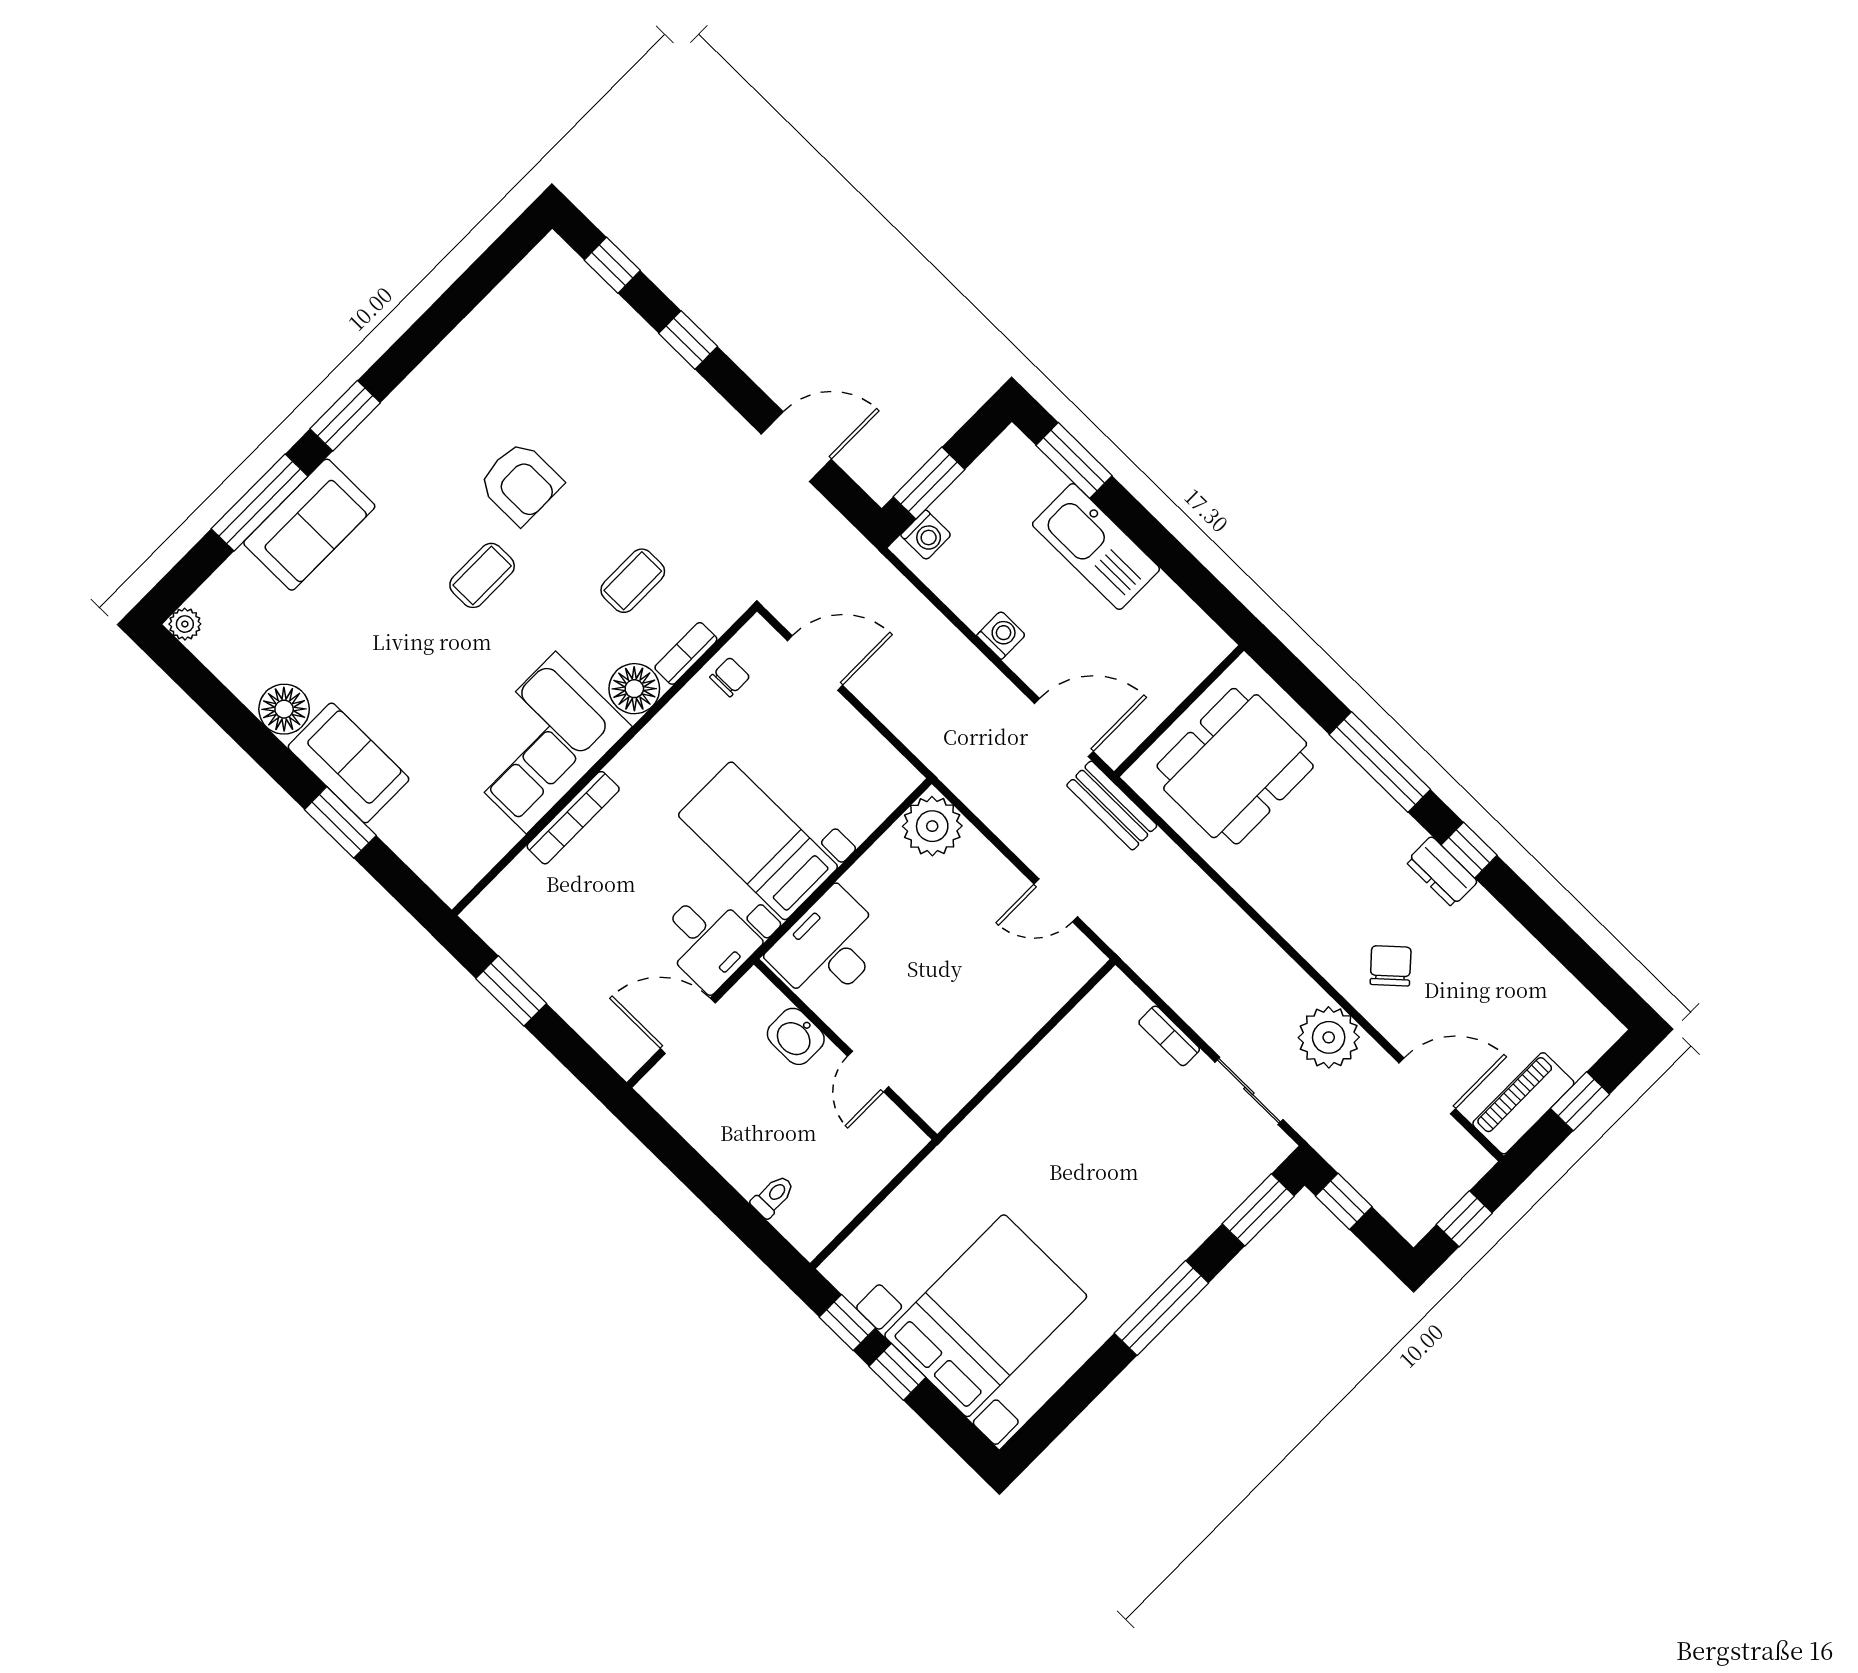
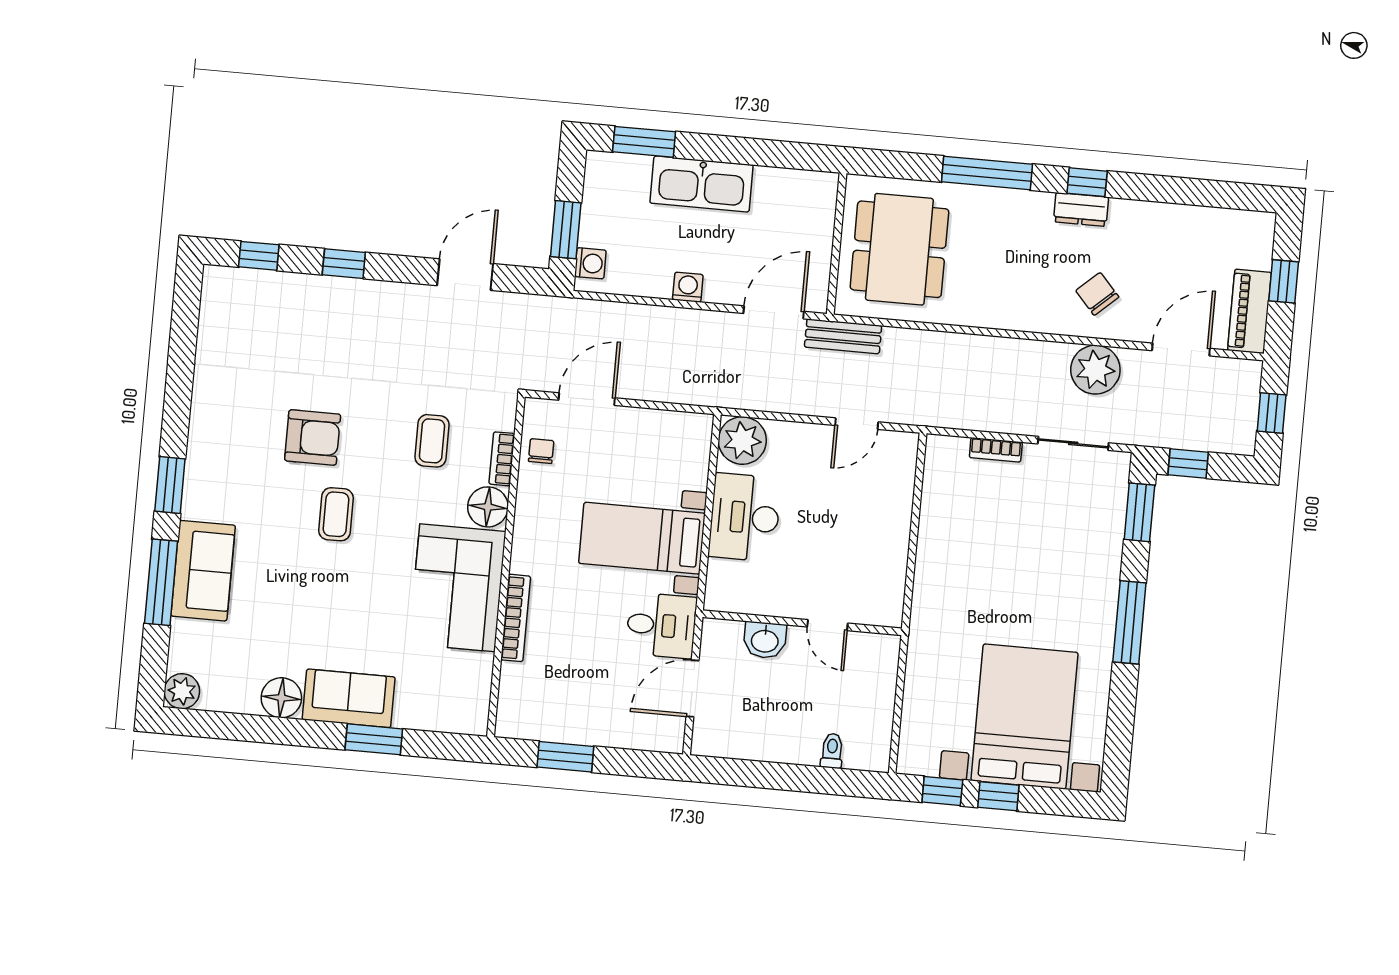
plant: (185, 624) -> (182, 691), width x1.38, depth x1.38
desk: (828, 948) -> (745, 517), moved

